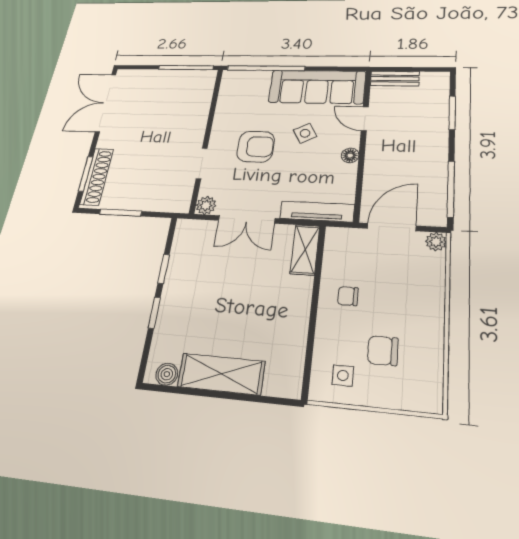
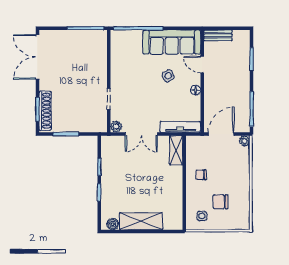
armchair: (256, 147) -> (140, 86), removed

